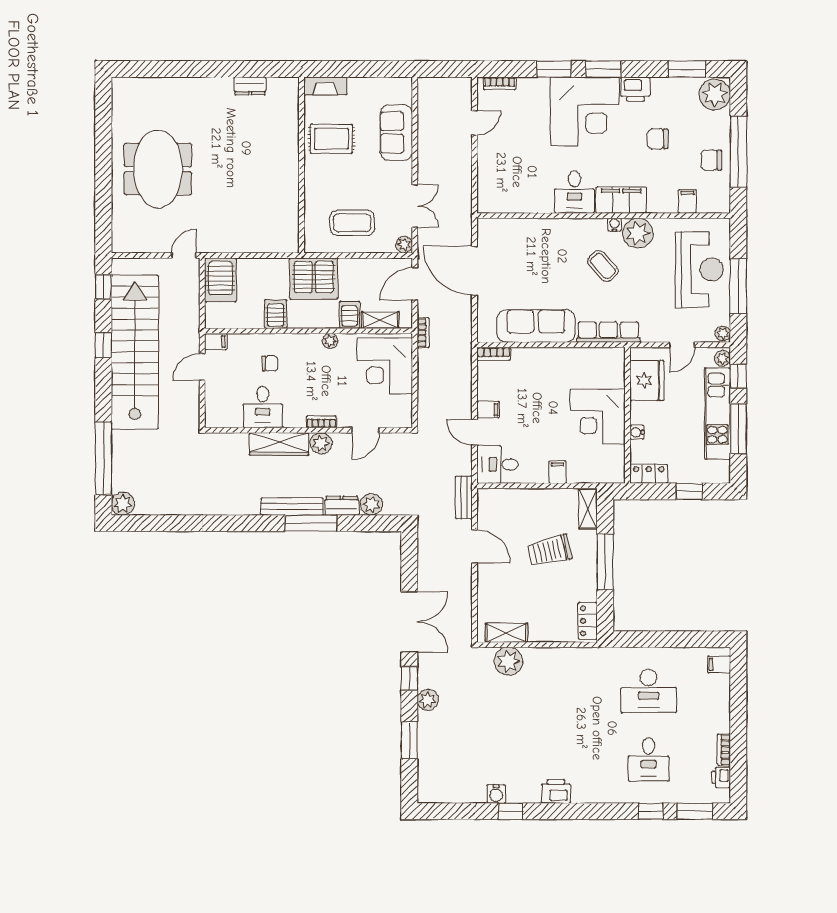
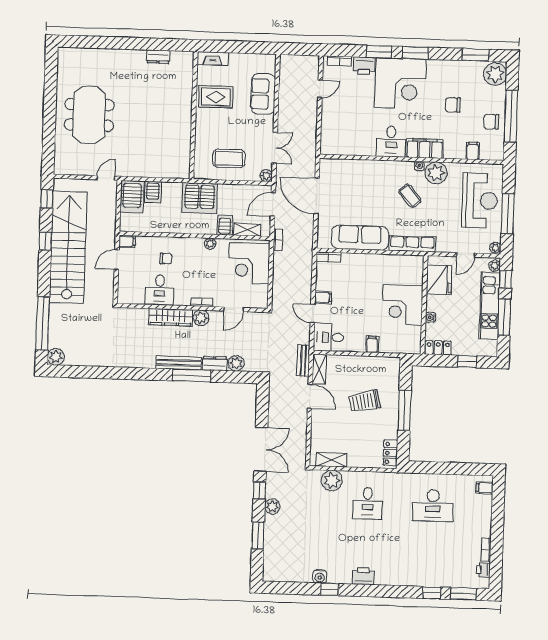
printer: (635, 89) -> (364, 66), moved
server rack: (276, 314) -> (153, 192), moved, turned 180
shelving: (588, 509) -> (319, 369), moved
desk: (649, 759) -> (367, 503), moved

